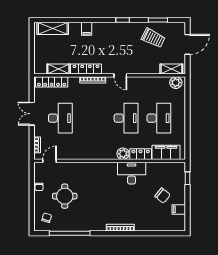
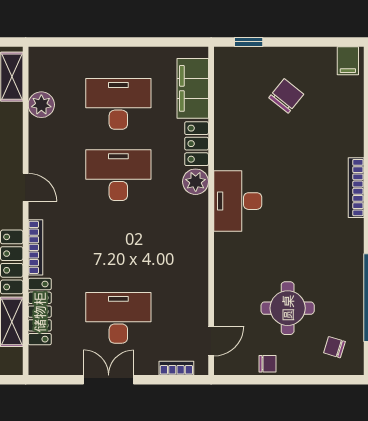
door: (120, 75) -> (26, 187), hinge flipped
locker: (52, 82) -> (40, 312), moved
plant: (176, 83) -> (41, 105), moved
double door: (32, 114) -> (109, 380), swing flipped
door: (50, 161) -> (211, 341), swing flipped
desk: (132, 173) -> (238, 201), moved
filing cabinet: (179, 209) -> (348, 61), moved

